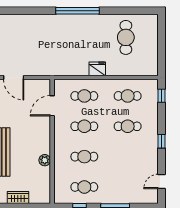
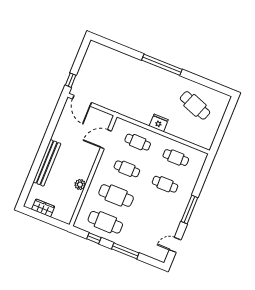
cafe table: (126, 37) -> (195, 105), turned -70
window: (162, 96) -> (206, 169), removed
window: (162, 141) -> (189, 209), width x2.17
cafe table: (84, 157) -> (116, 196), width x1.37, depth x1.35
cafe table: (84, 187) -> (105, 222), width x1.37, depth x1.35

